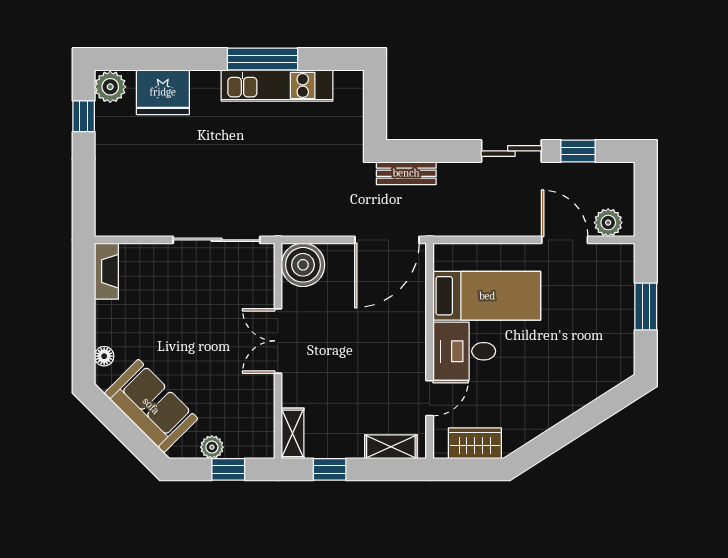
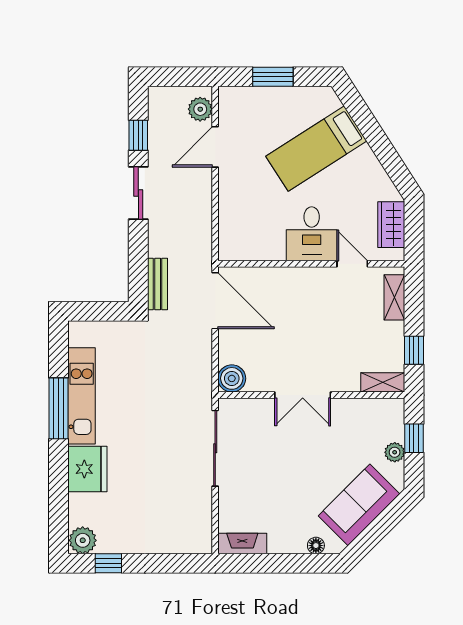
fridge: (163, 92) -> (87, 469), moved
boiler: (303, 265) -> (232, 378), width x0.73, depth x0.73
bed: (487, 296) -> (316, 149), moved, turned -123

